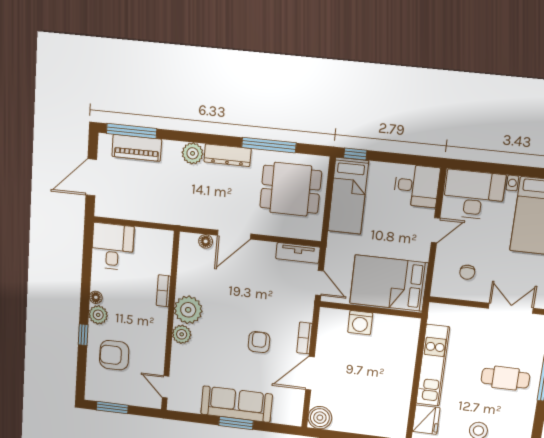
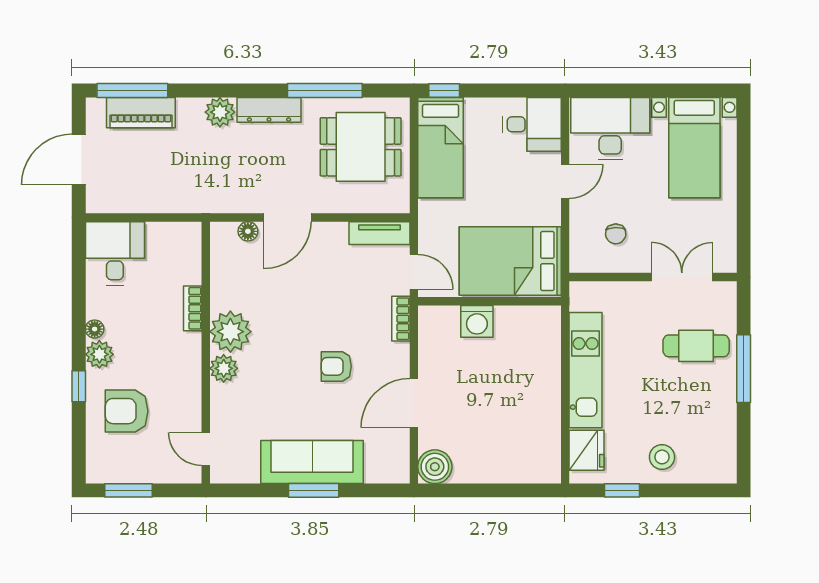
bookcase: (304, 338) -> (401, 319), moved
armchair: (259, 342) -> (336, 366), turned -90
cafe table: (505, 378) -> (696, 346), moved

